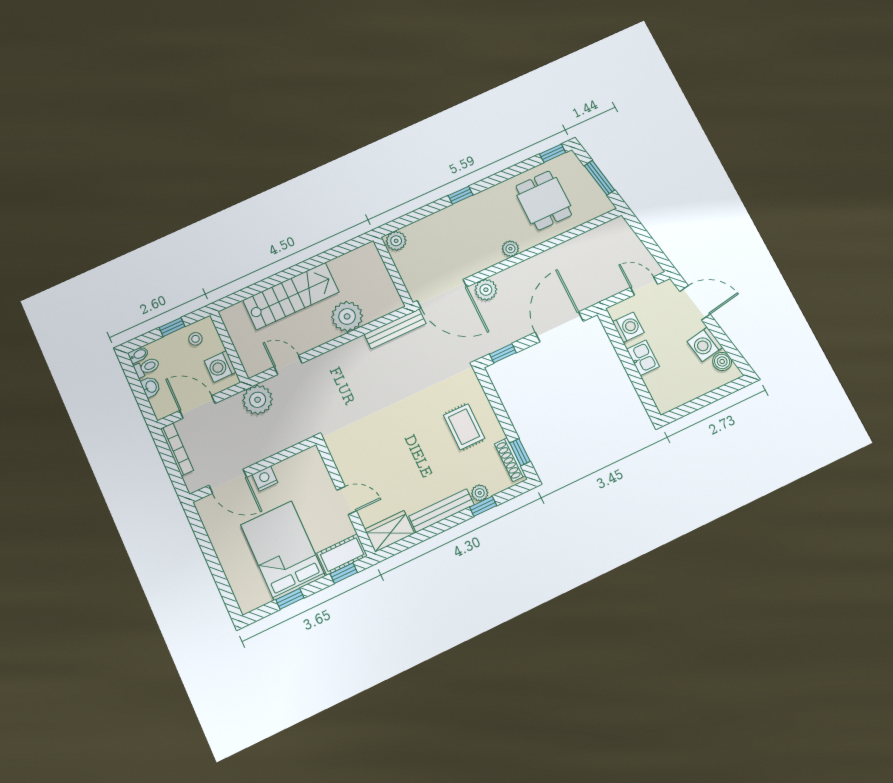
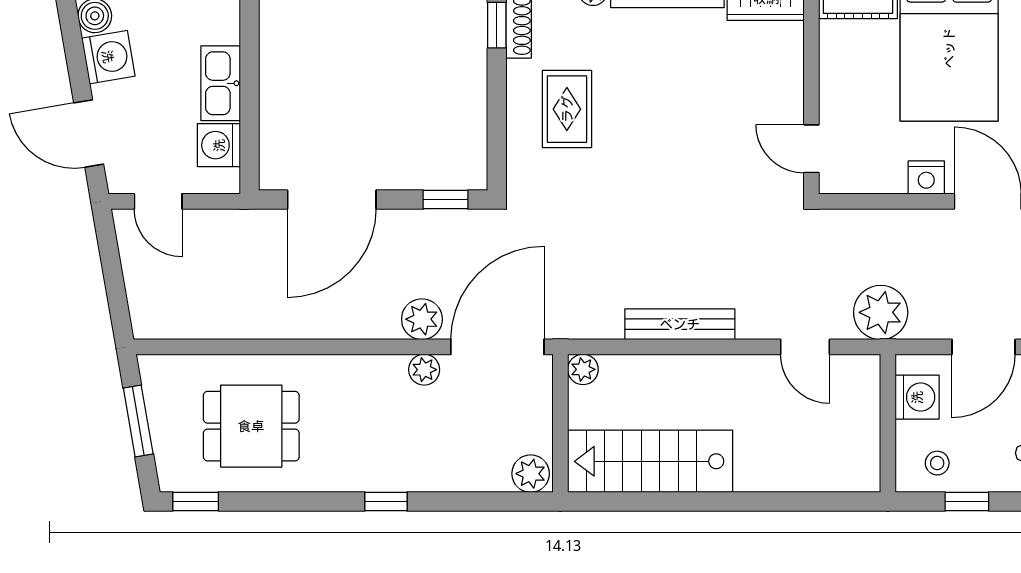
dining table: (544, 201) -> (251, 426), turned 90
plant: (510, 249) -> (424, 370), moved
door: (442, 294) -> (497, 347), hinge flipped
stairs: (291, 296) -> (650, 461), moved
plant: (347, 316) -> (583, 369), moved, width x0.53, depth x0.53
bench: (395, 329) -> (680, 324), moved
kitchen sink: (643, 358) -> (221, 83), width x1.38
door: (197, 407) -> (984, 347), hinge flipped
door: (347, 501) -> (811, 149), moved

